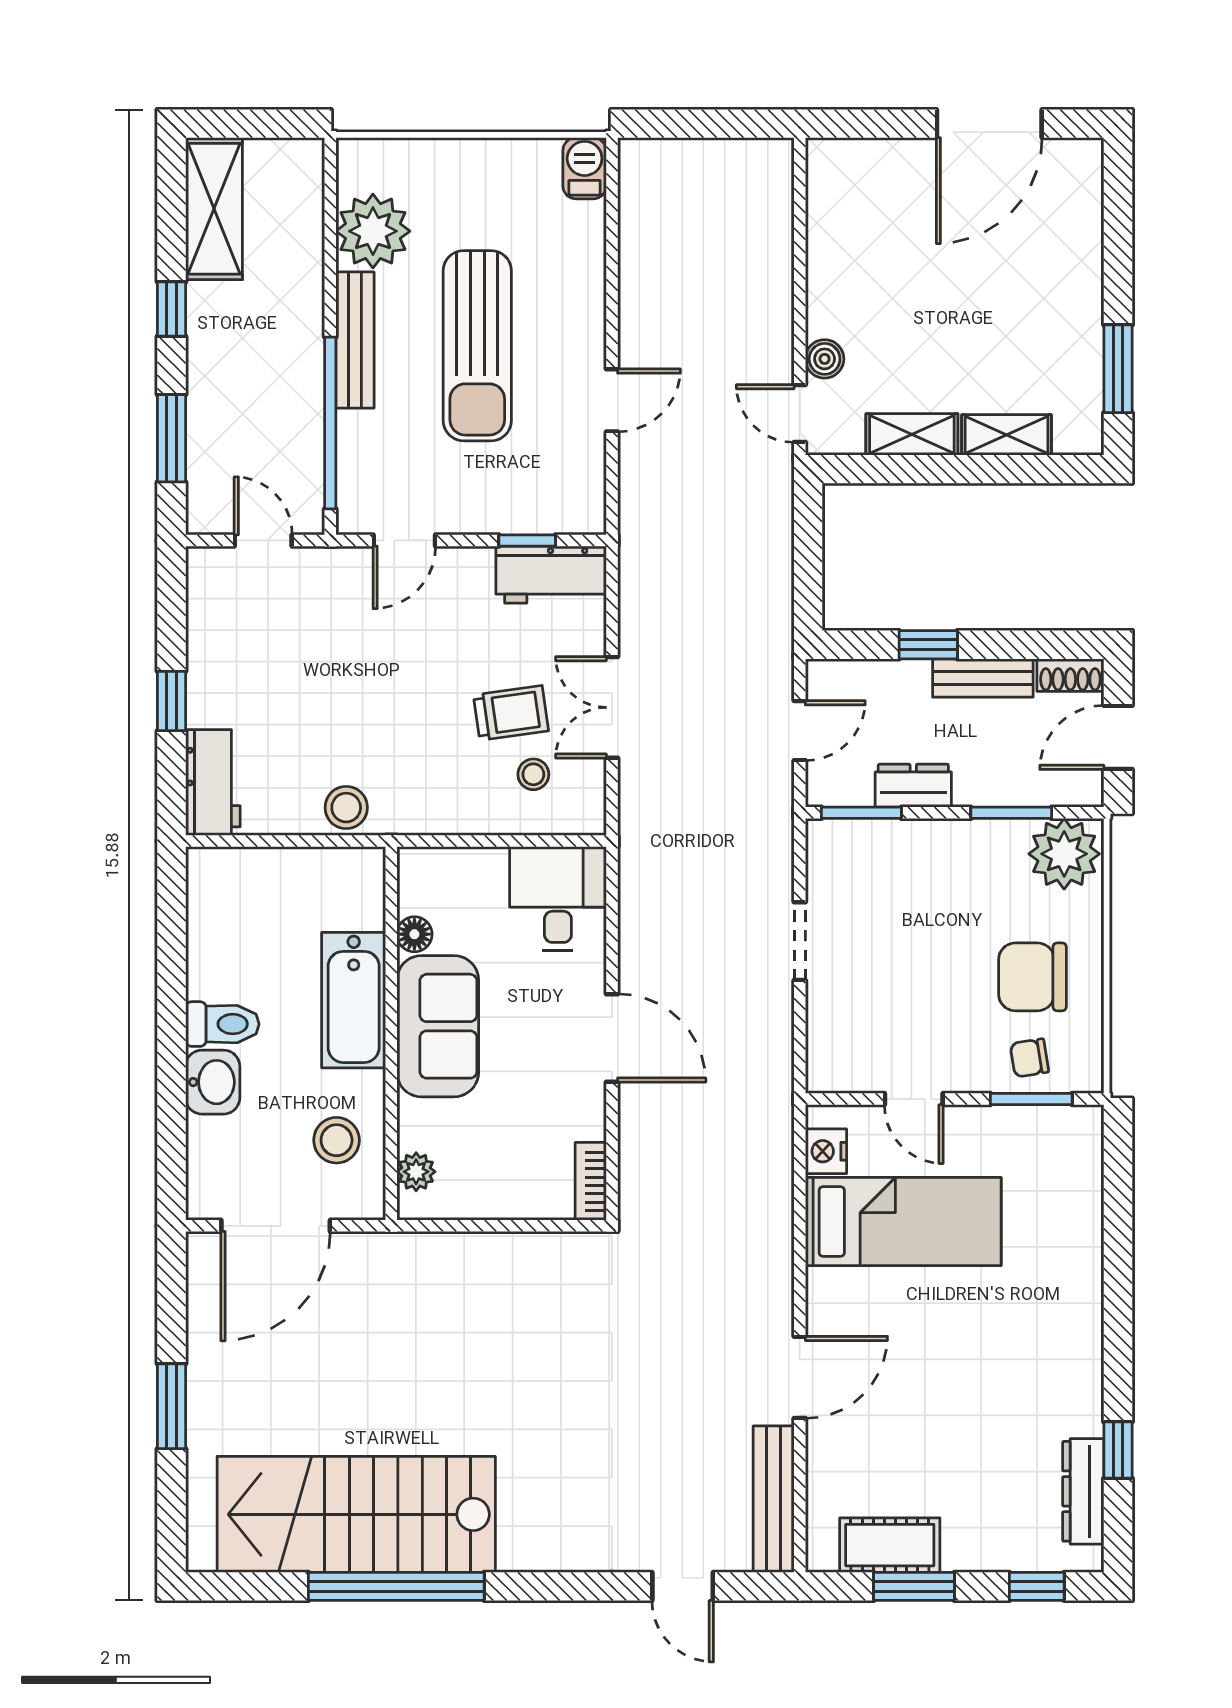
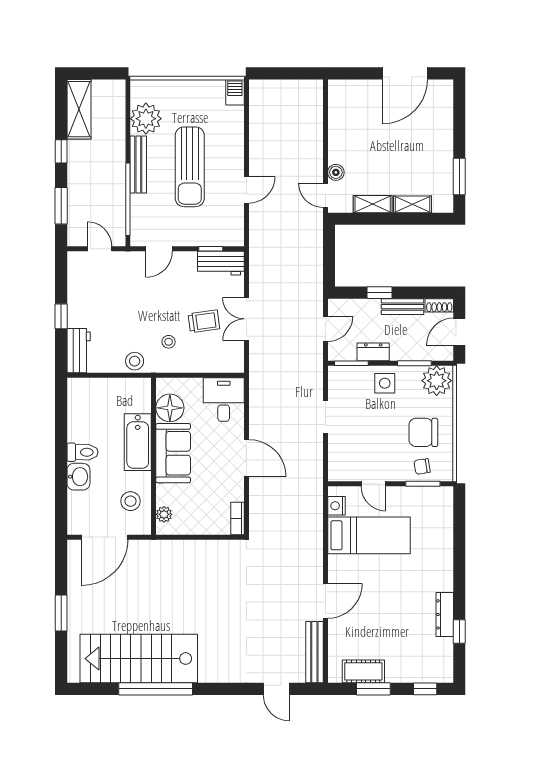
stool: (533, 774) -> (169, 342), moved
side table: (941, 860) -> (385, 383), added
floor lamp: (414, 934) -> (170, 408), width x1.89, depth x1.89
dresser: (1083, 1491) -> (445, 614), moved

